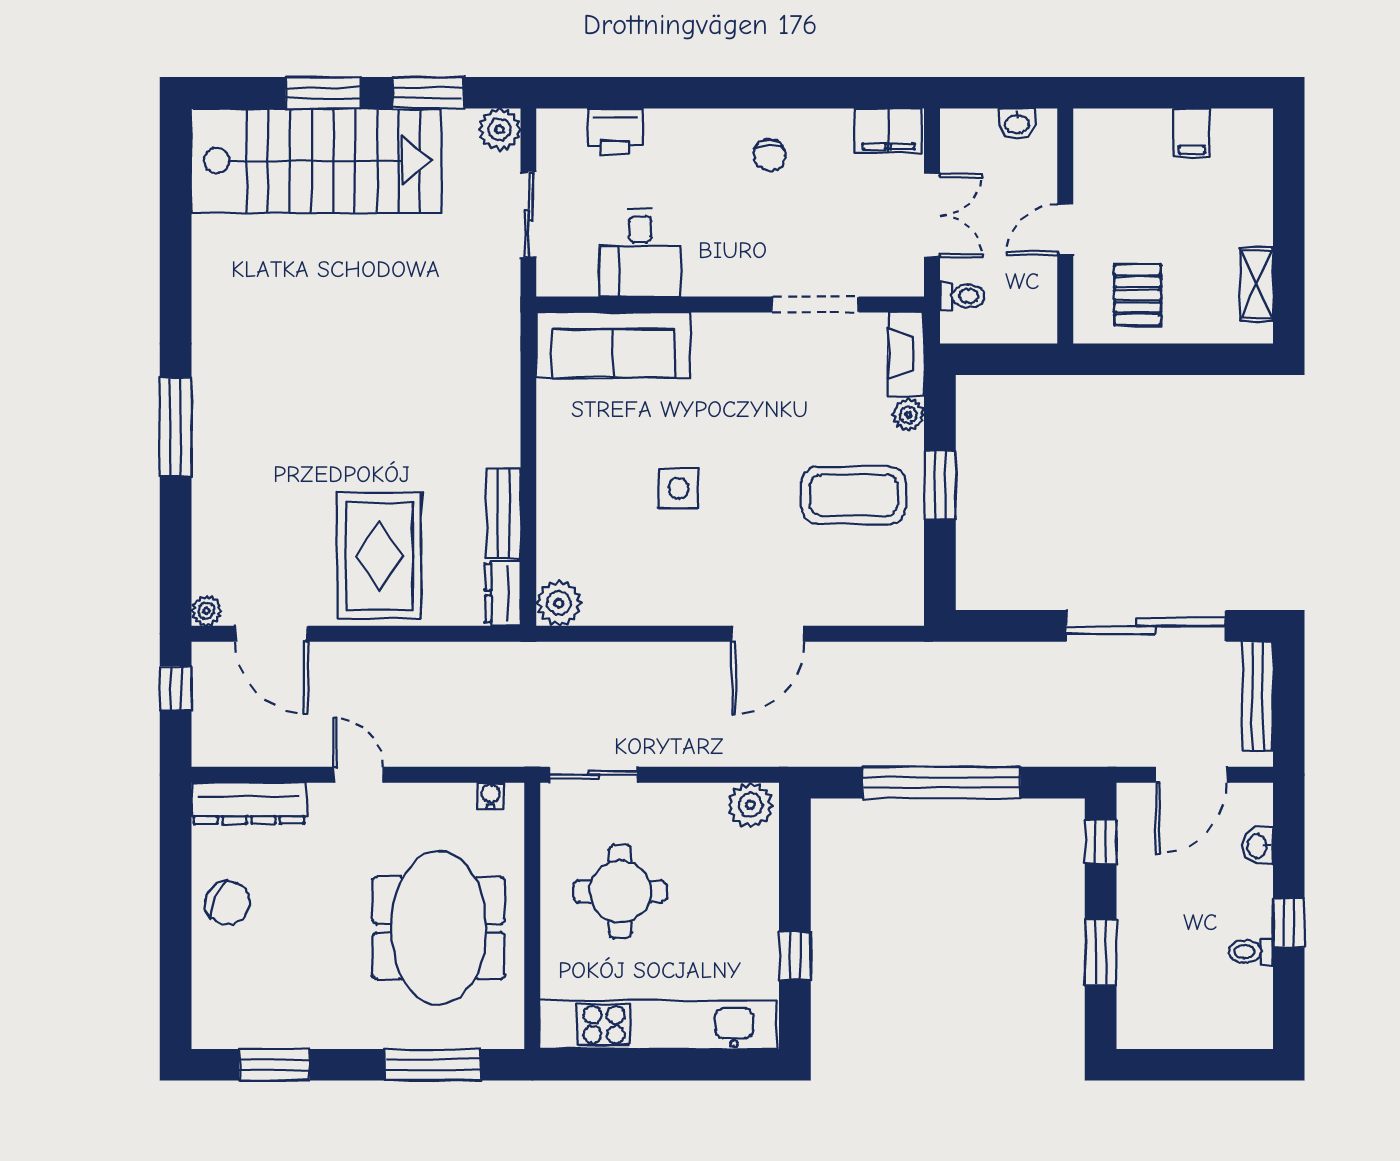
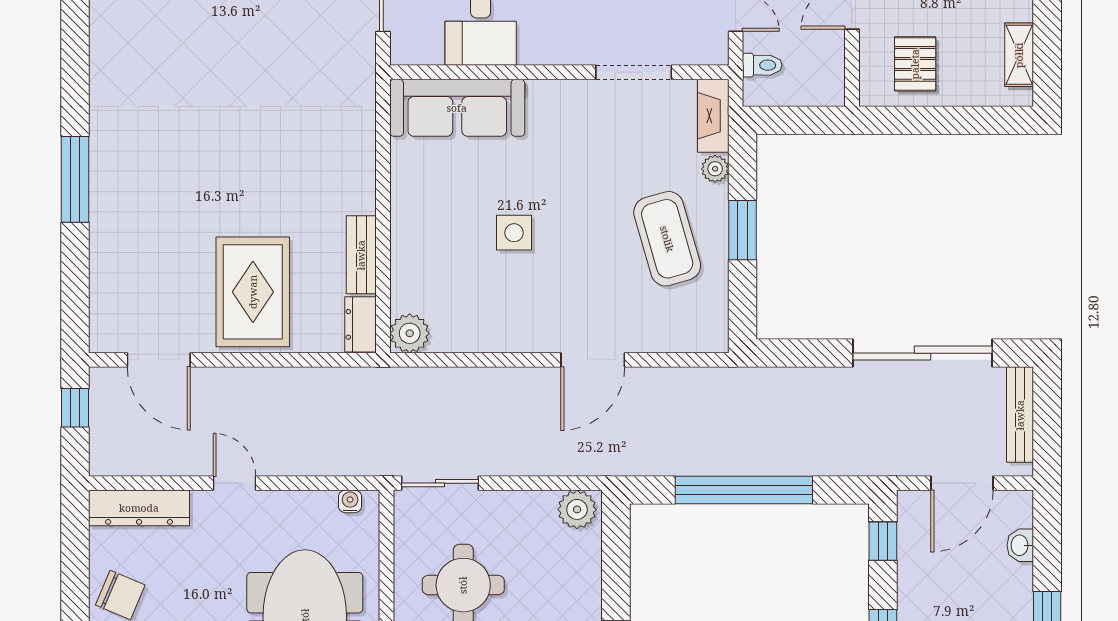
coffee table: (854, 495) -> (667, 239), turned 74
plant: (206, 611) -> (102, 340), removed

